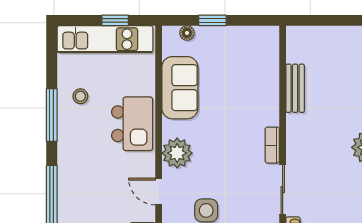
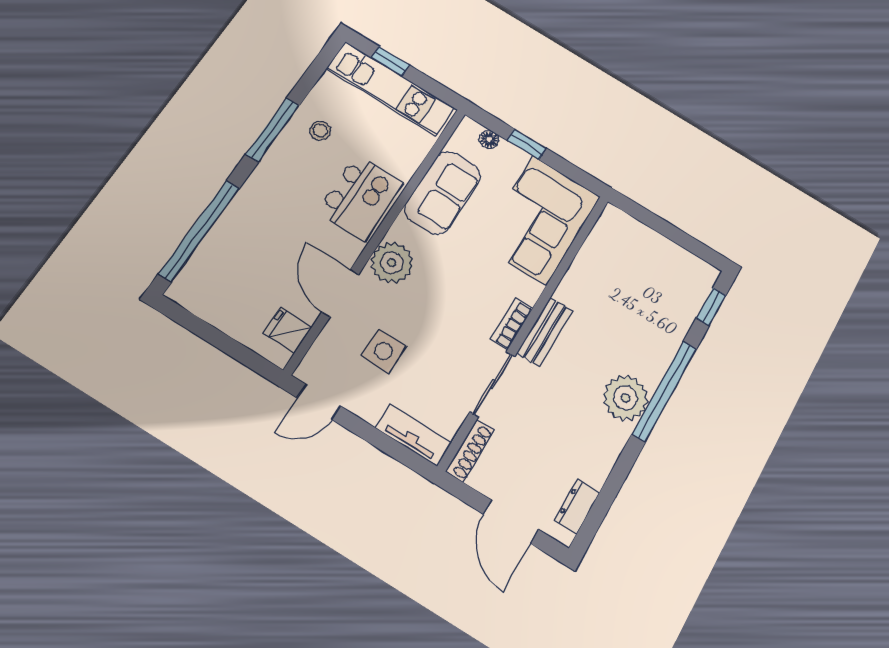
window: (115, 20) -> (390, 61), moved
corner sofa: (250, 66) -> (540, 220), added
bench: (295, 88) -> (545, 332), moved
door: (159, 192) -> (340, 293), width x1.37

